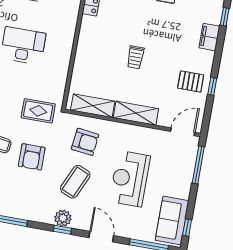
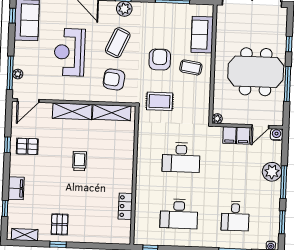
plant: (190, 163) -> (18, 74), added
reception desk: (130, 179) -> (70, 52), turned 180

